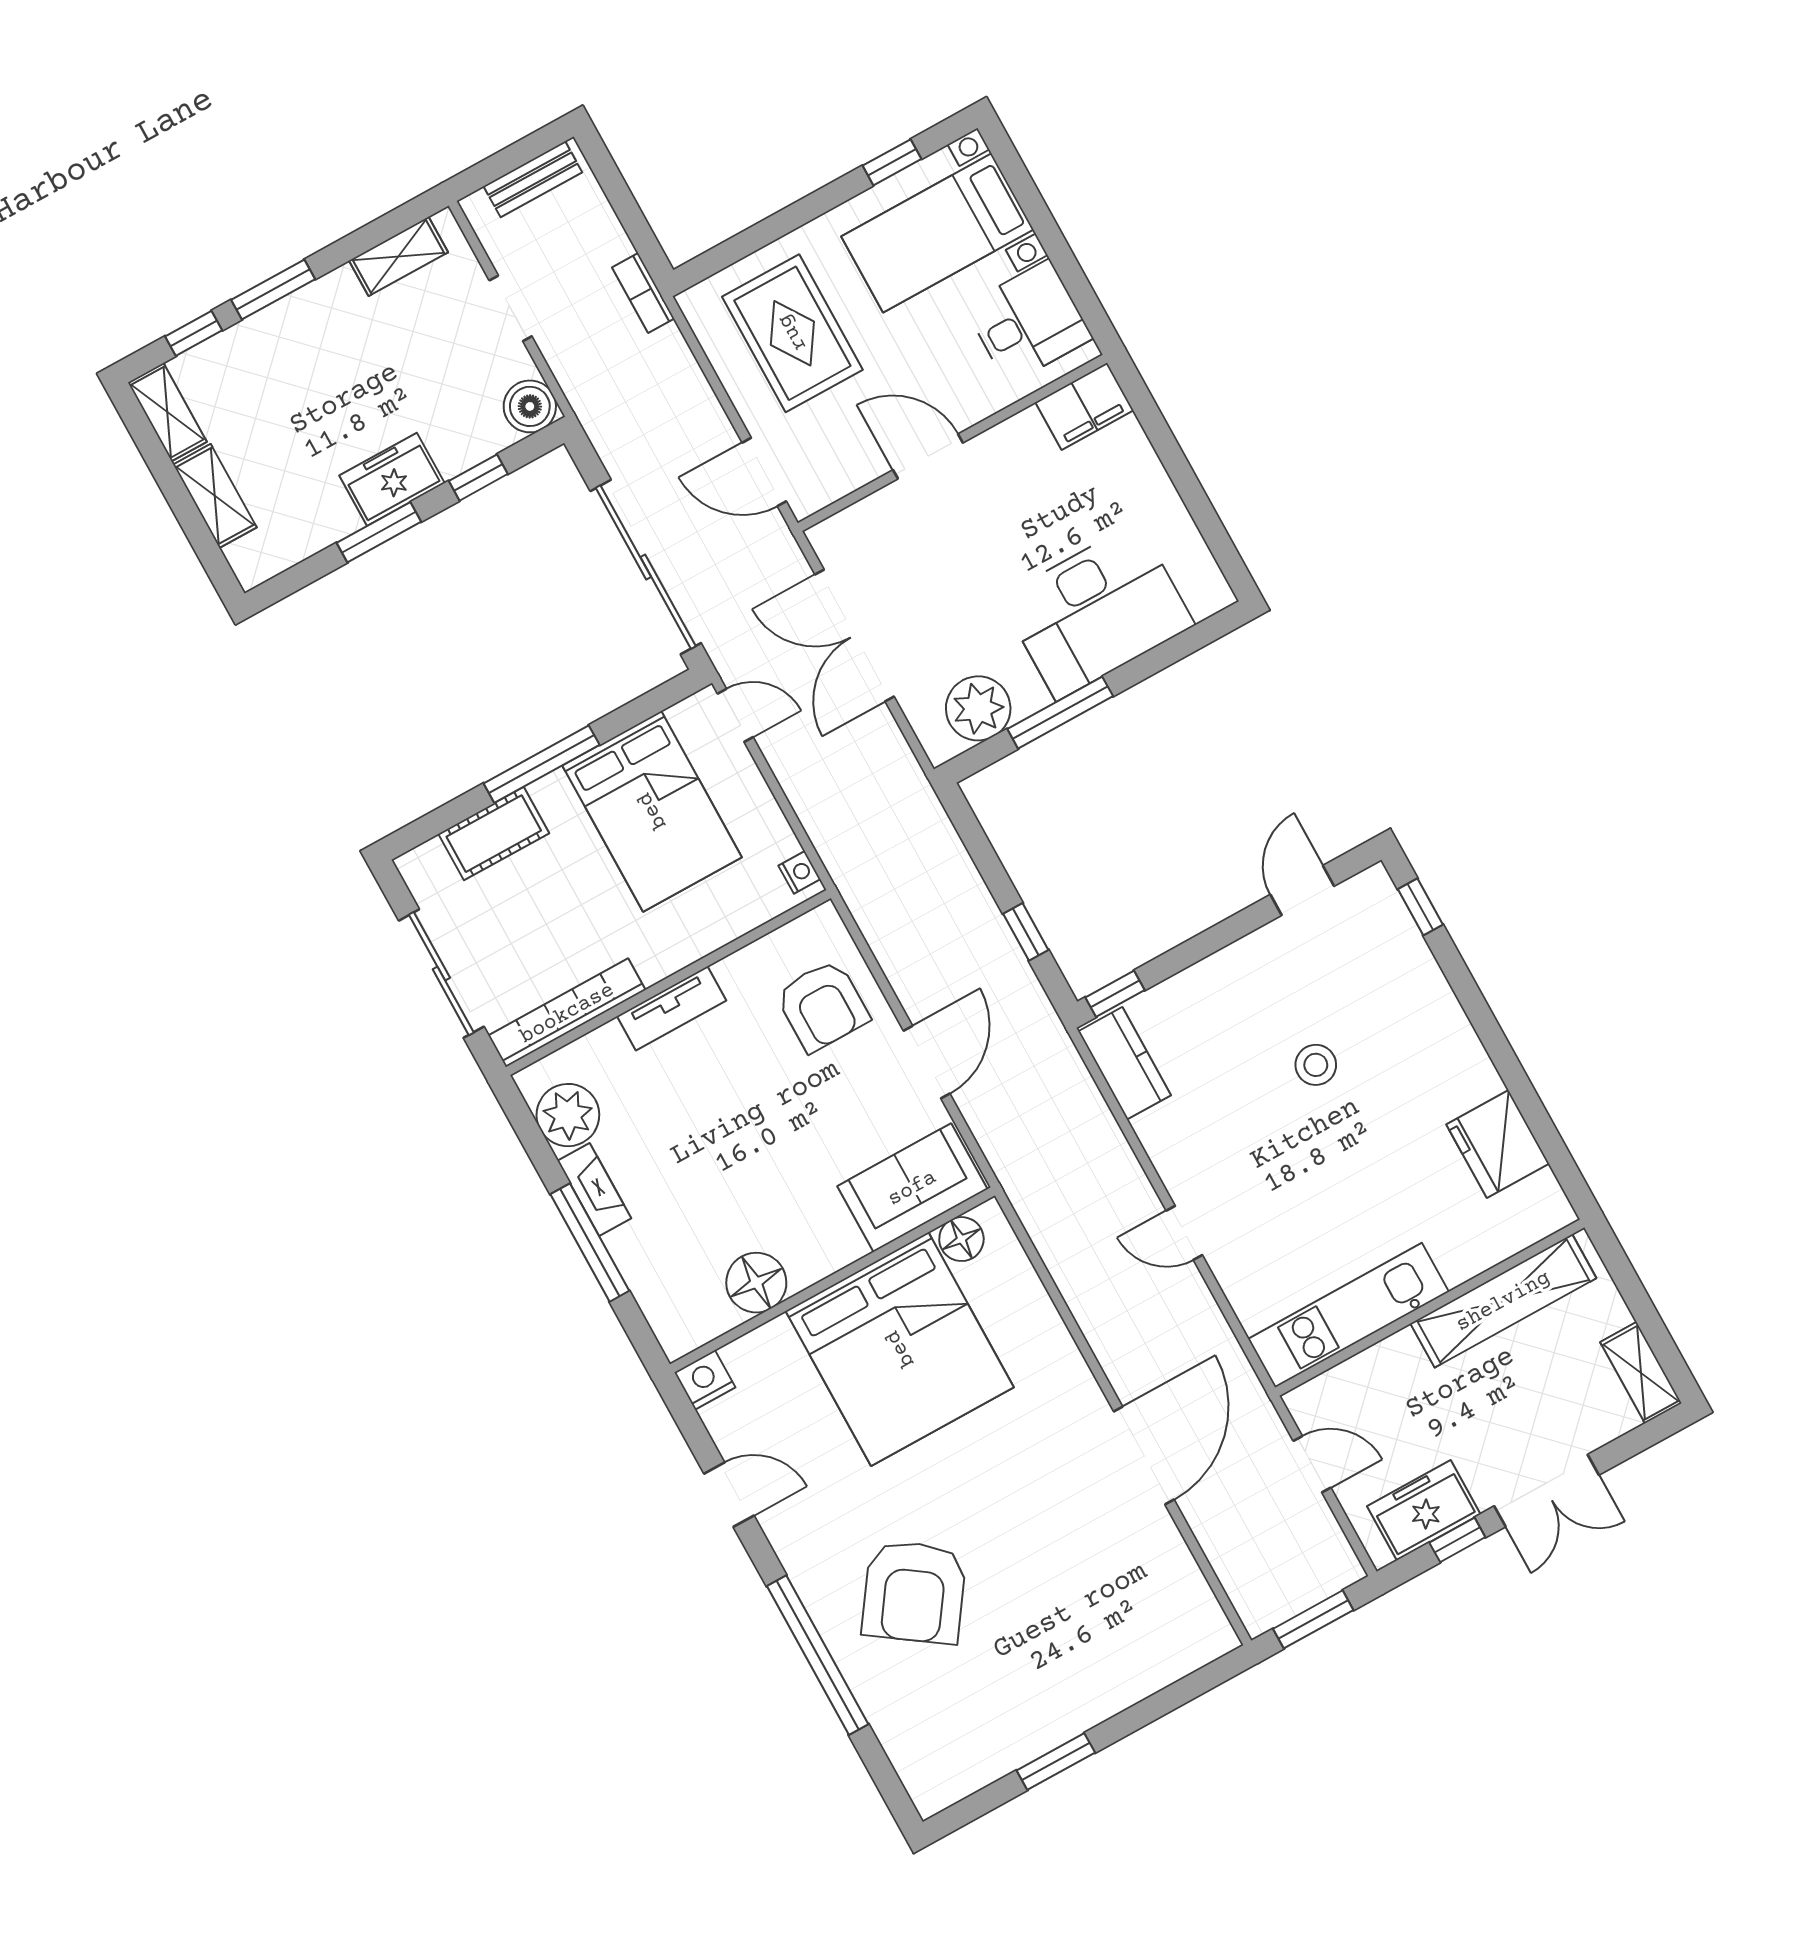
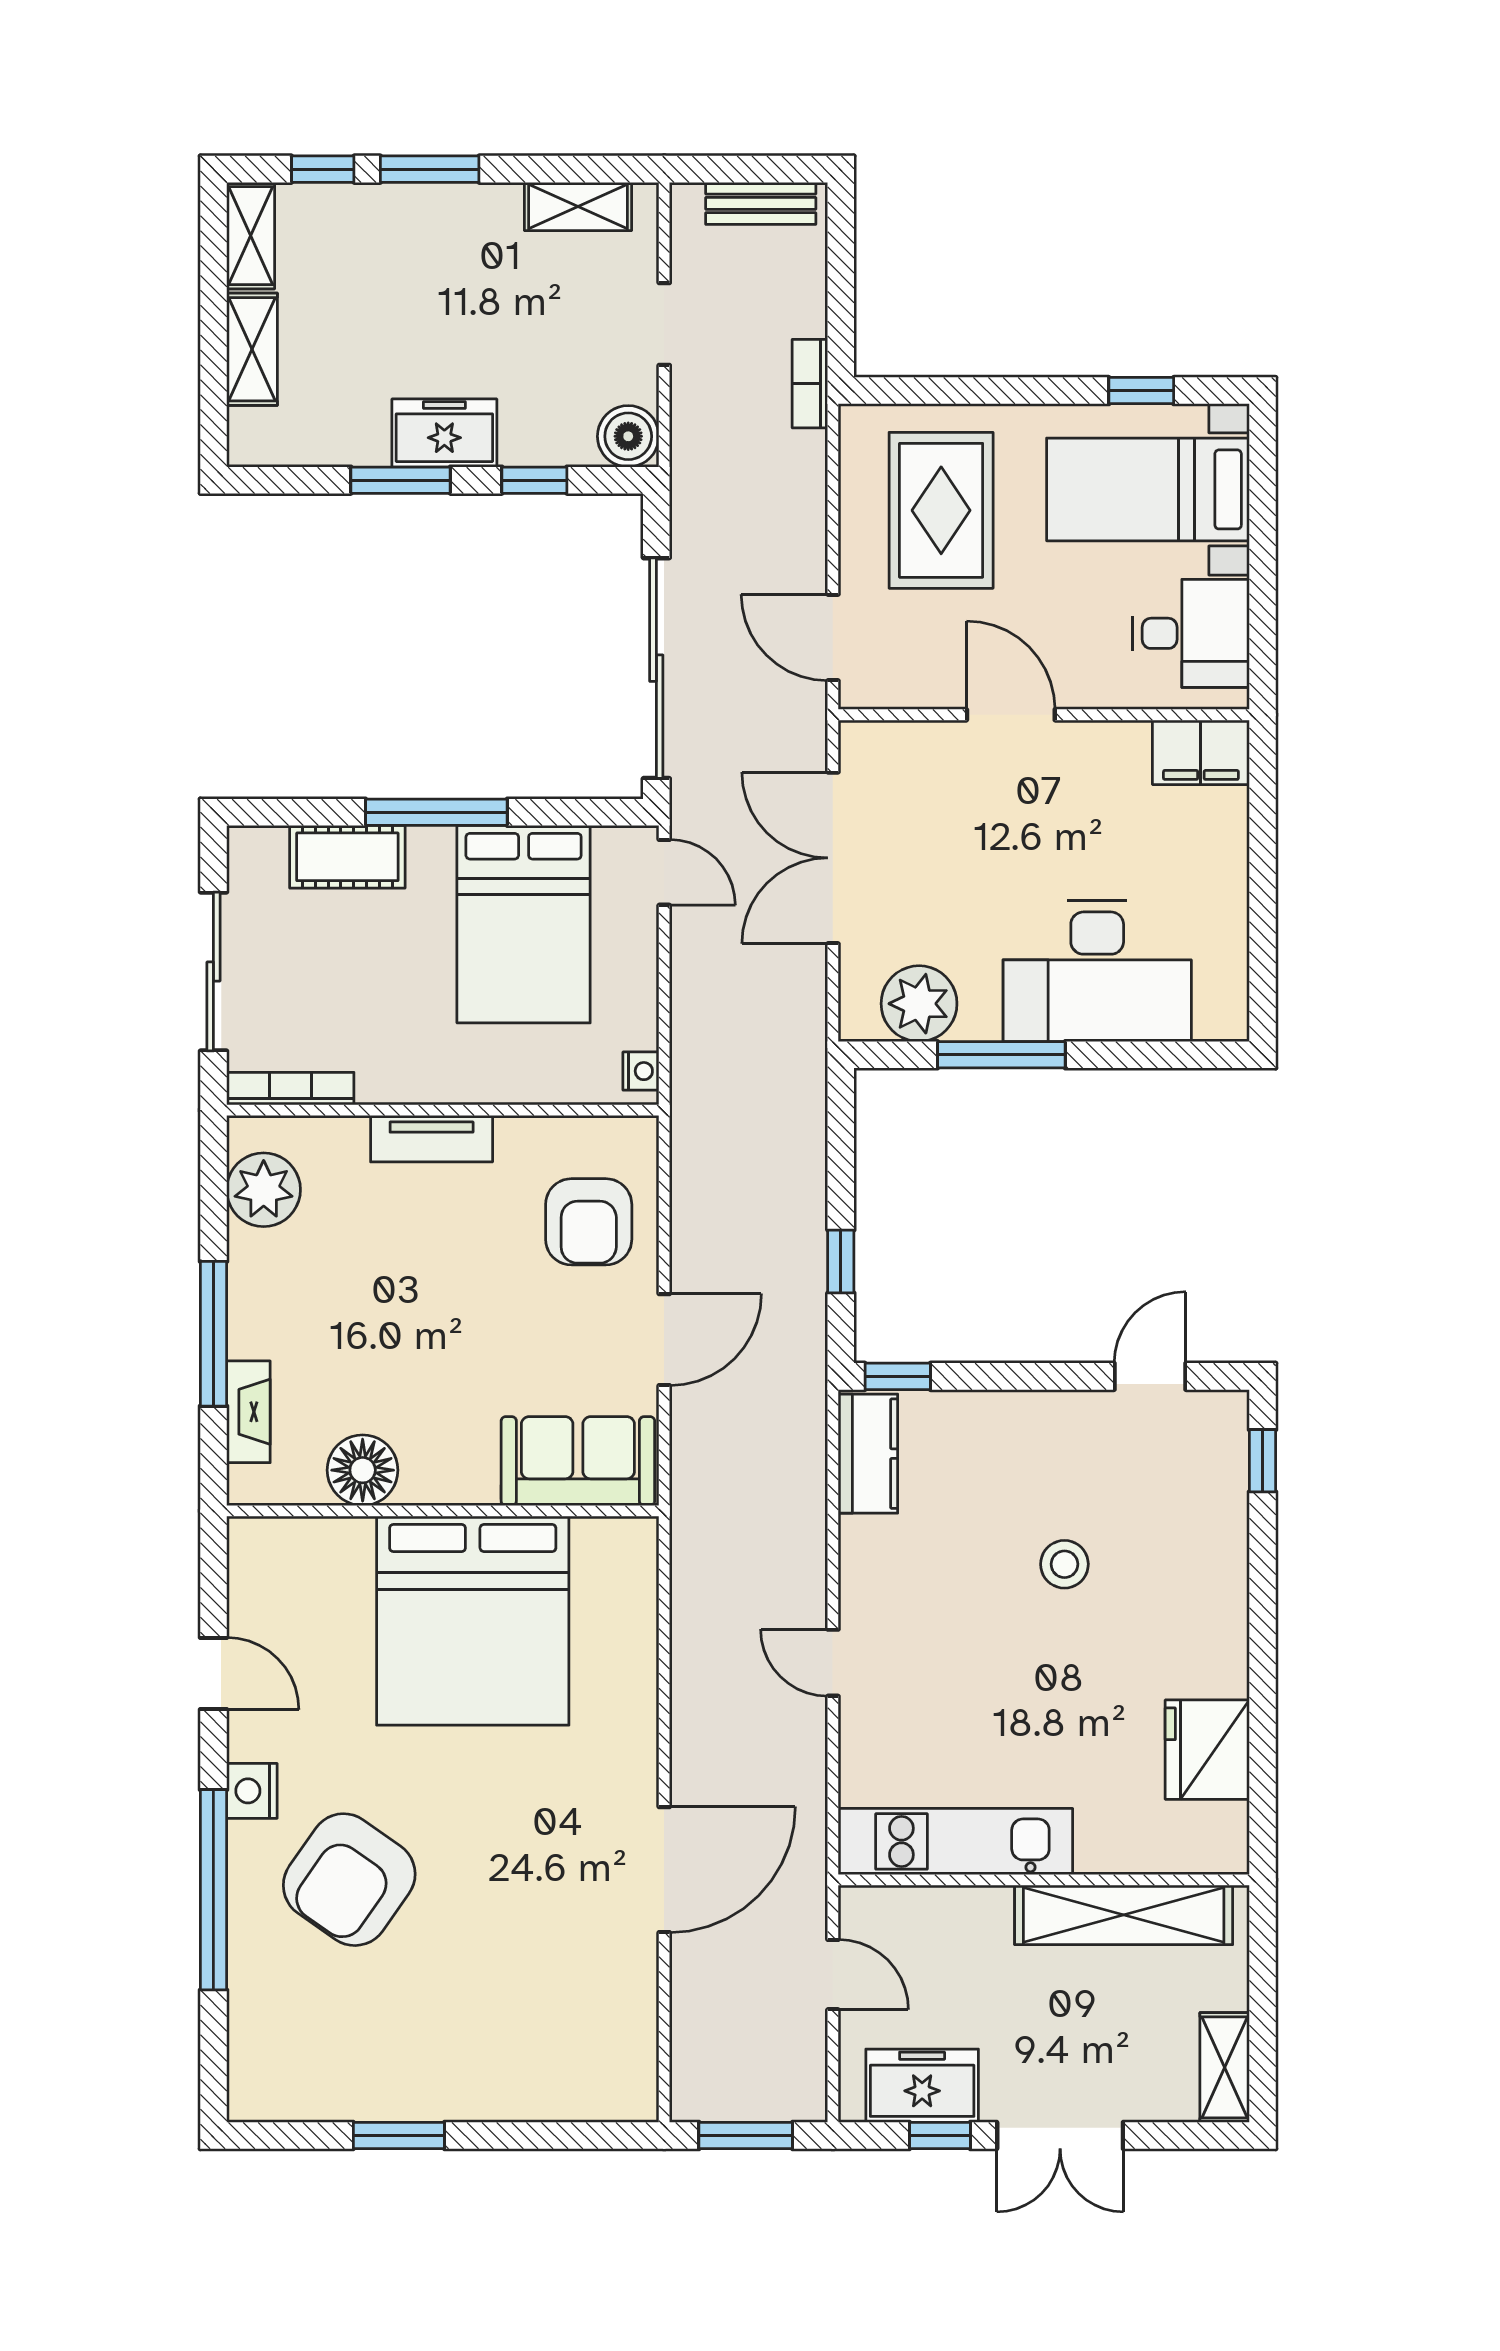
bookcase: (567, 1013) -> (290, 1089), width x0.68, depth x0.76
fireplace: (594, 1190) -> (248, 1412), moved
floor lamp: (961, 1239) -> (599, 1542), removed
nightstand: (705, 1380) -> (252, 1791), moved, turned -90

